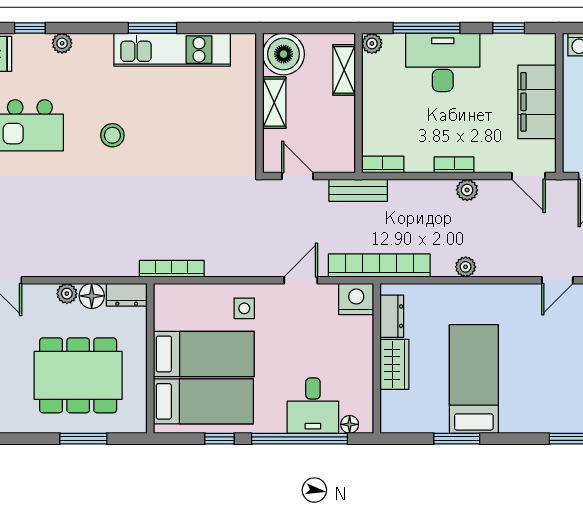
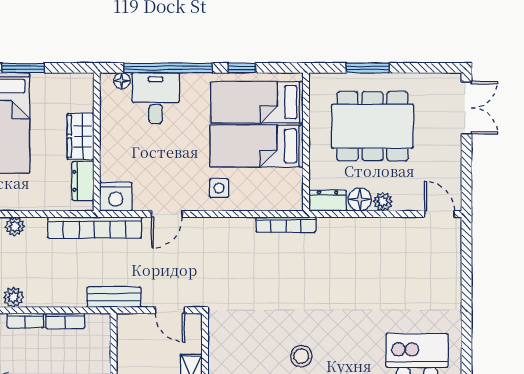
stool: (112, 135) -> (301, 356), moved
bookcase: (383, 164) -> (65, 321), moved

